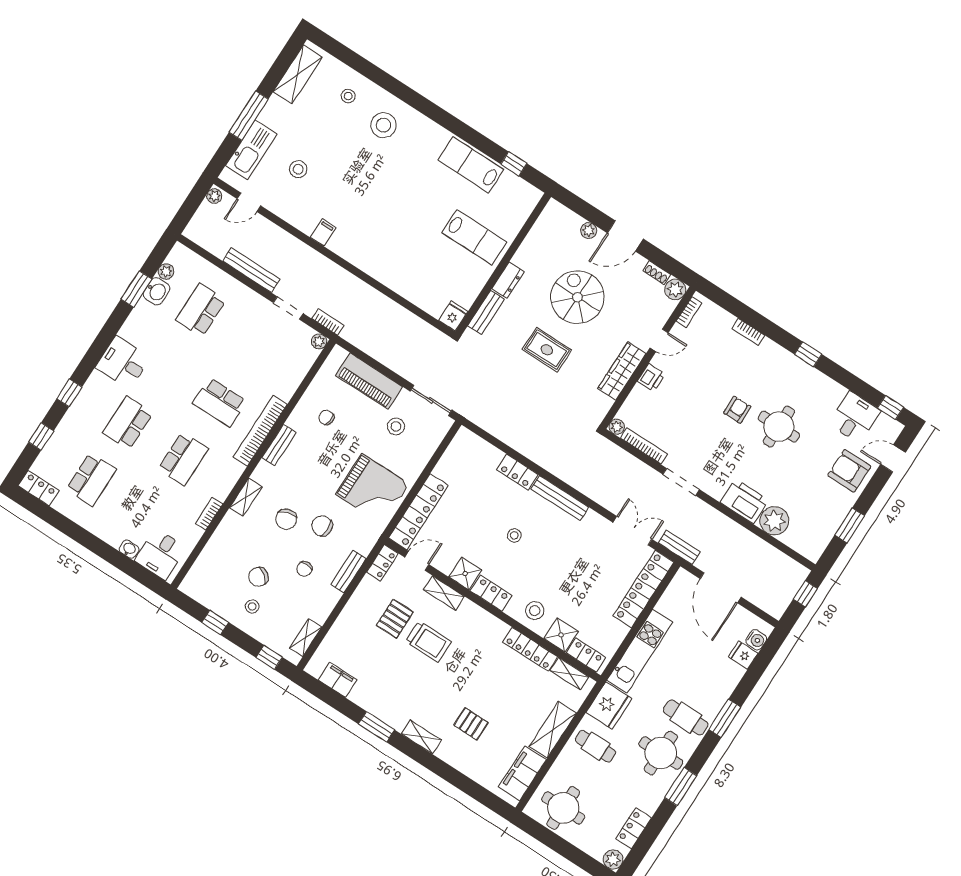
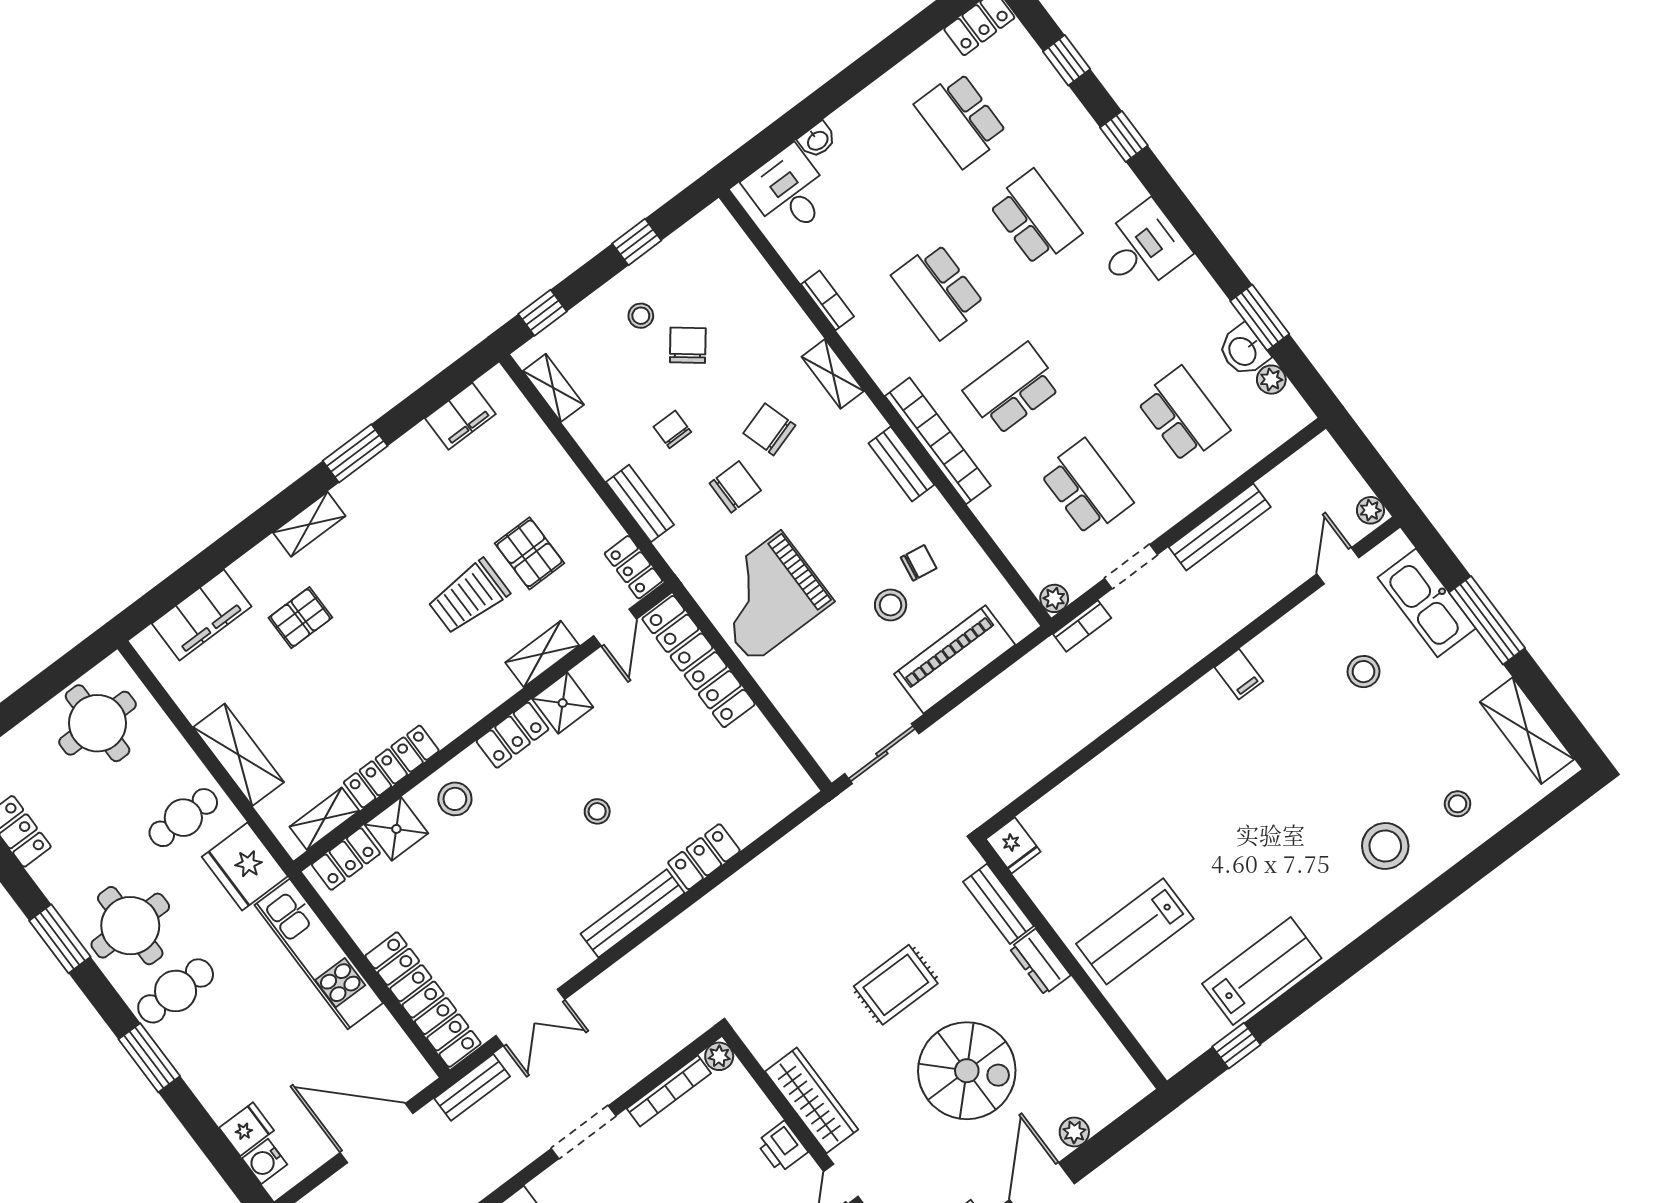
school desk: (256, 346) -> (1086, 488), added
stool: (396, 426) -> (891, 605), moved
filing cabinet: (522, 773) -> (202, 615), moved, turned 90

